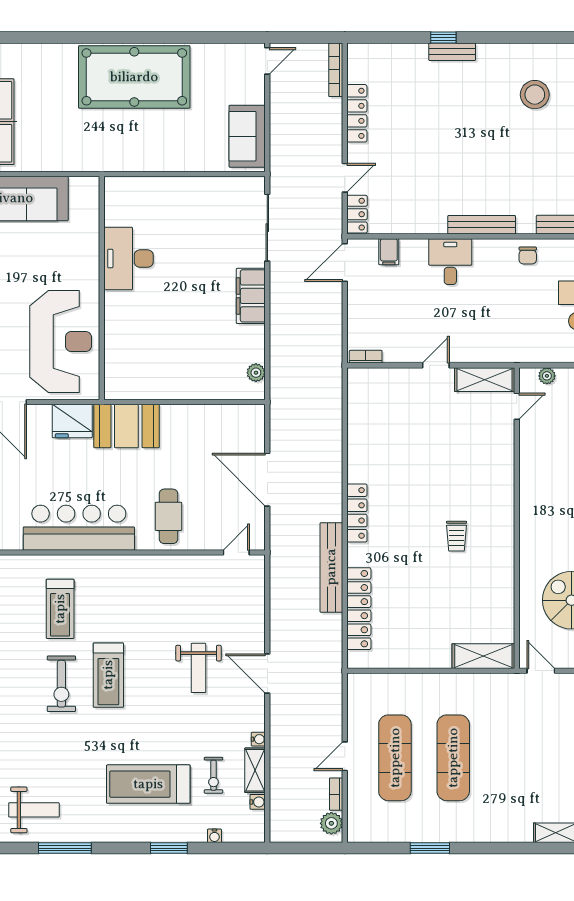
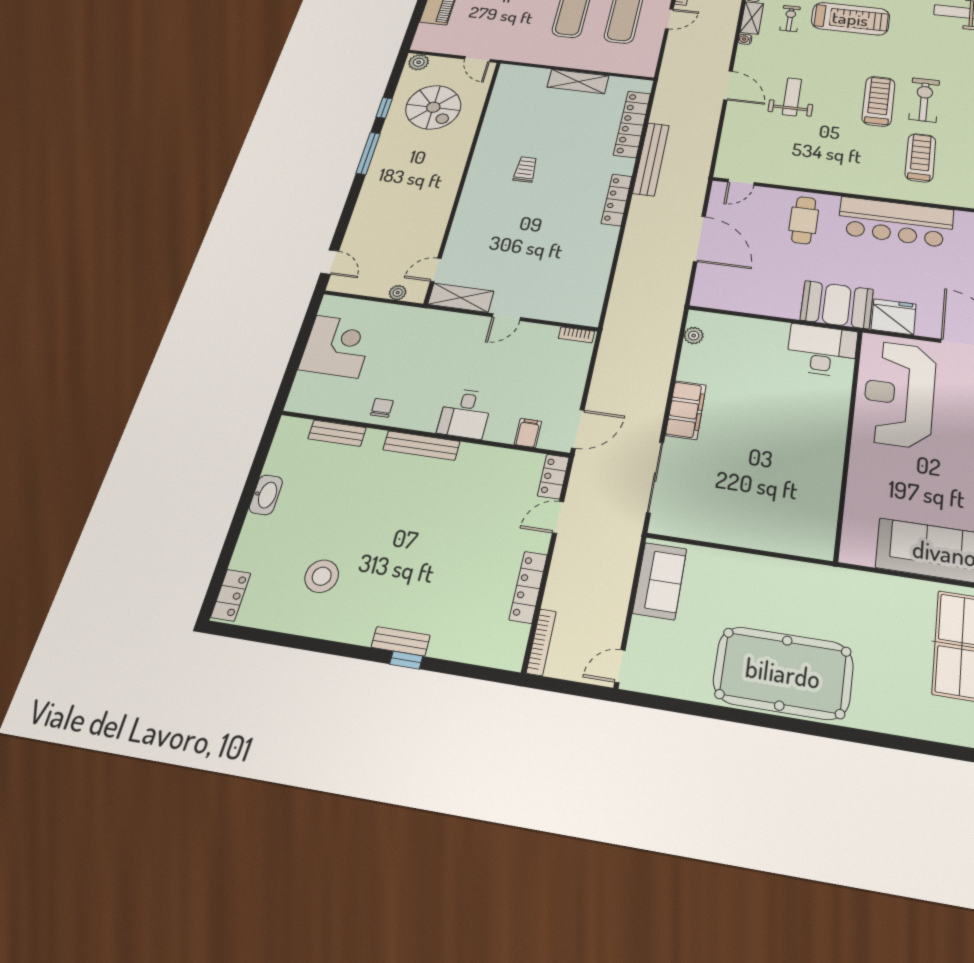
desk: (128, 259) -> (822, 350), moved, turned -90
shelving: (483, 656) -> (578, 81), moved

